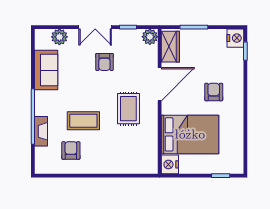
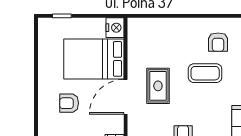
door: (160, 84) -> (126, 97), moved
armchair: (214, 92) -> (69, 103), turned 90

